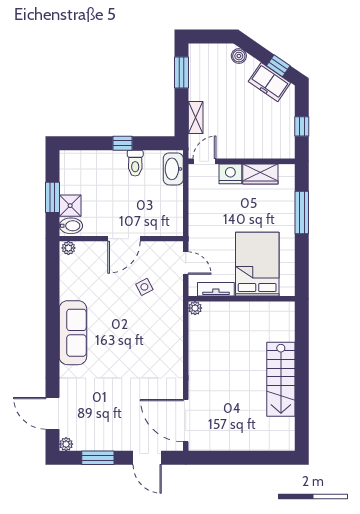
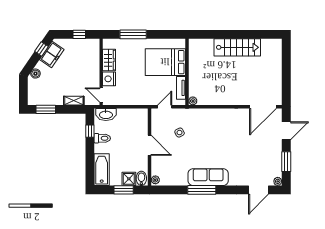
window: (122, 143) -> (90, 131), moved
bathtub: (85, 162) -> (102, 170), added
window: (52, 323) -> (202, 190), added

